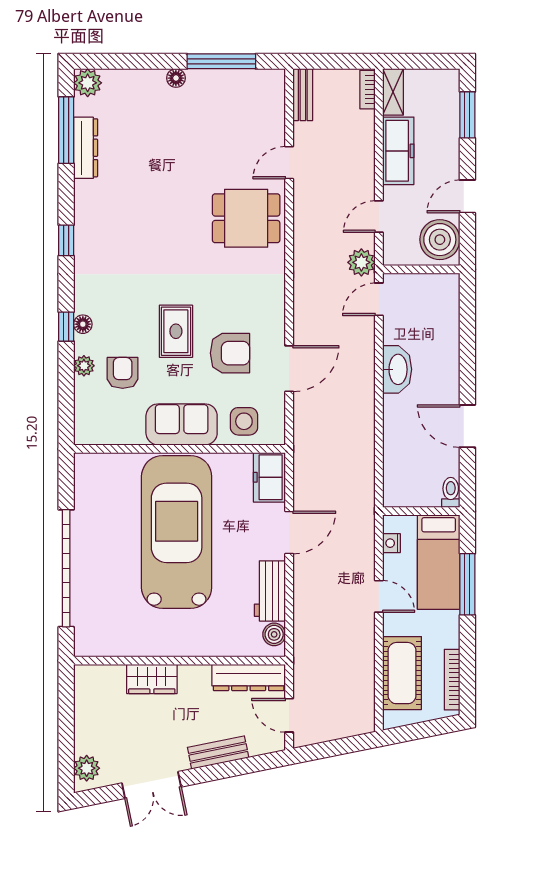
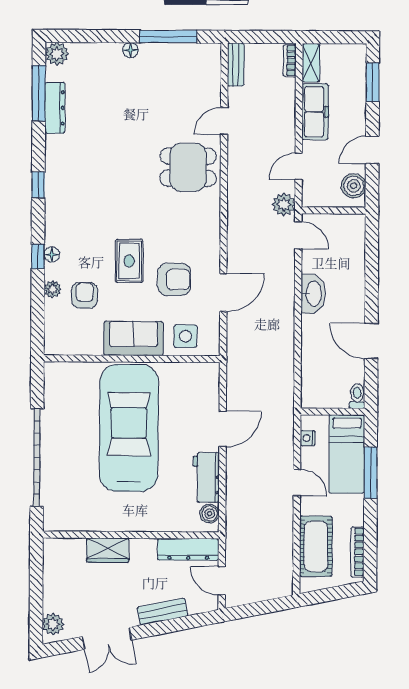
boiler: (440, 240) -> (354, 186), width x0.73, depth x0.73
door: (379, 299) -> (298, 235), swing flipped
freezer: (269, 477) -> (206, 383), removed

